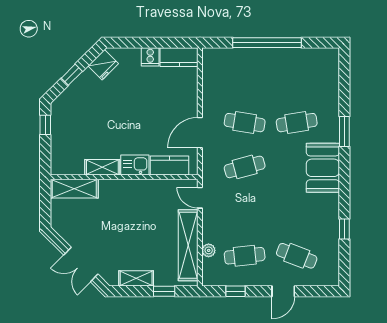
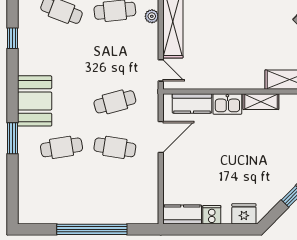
fridge: (103, 65) -> (244, 214), moved, turned 45

